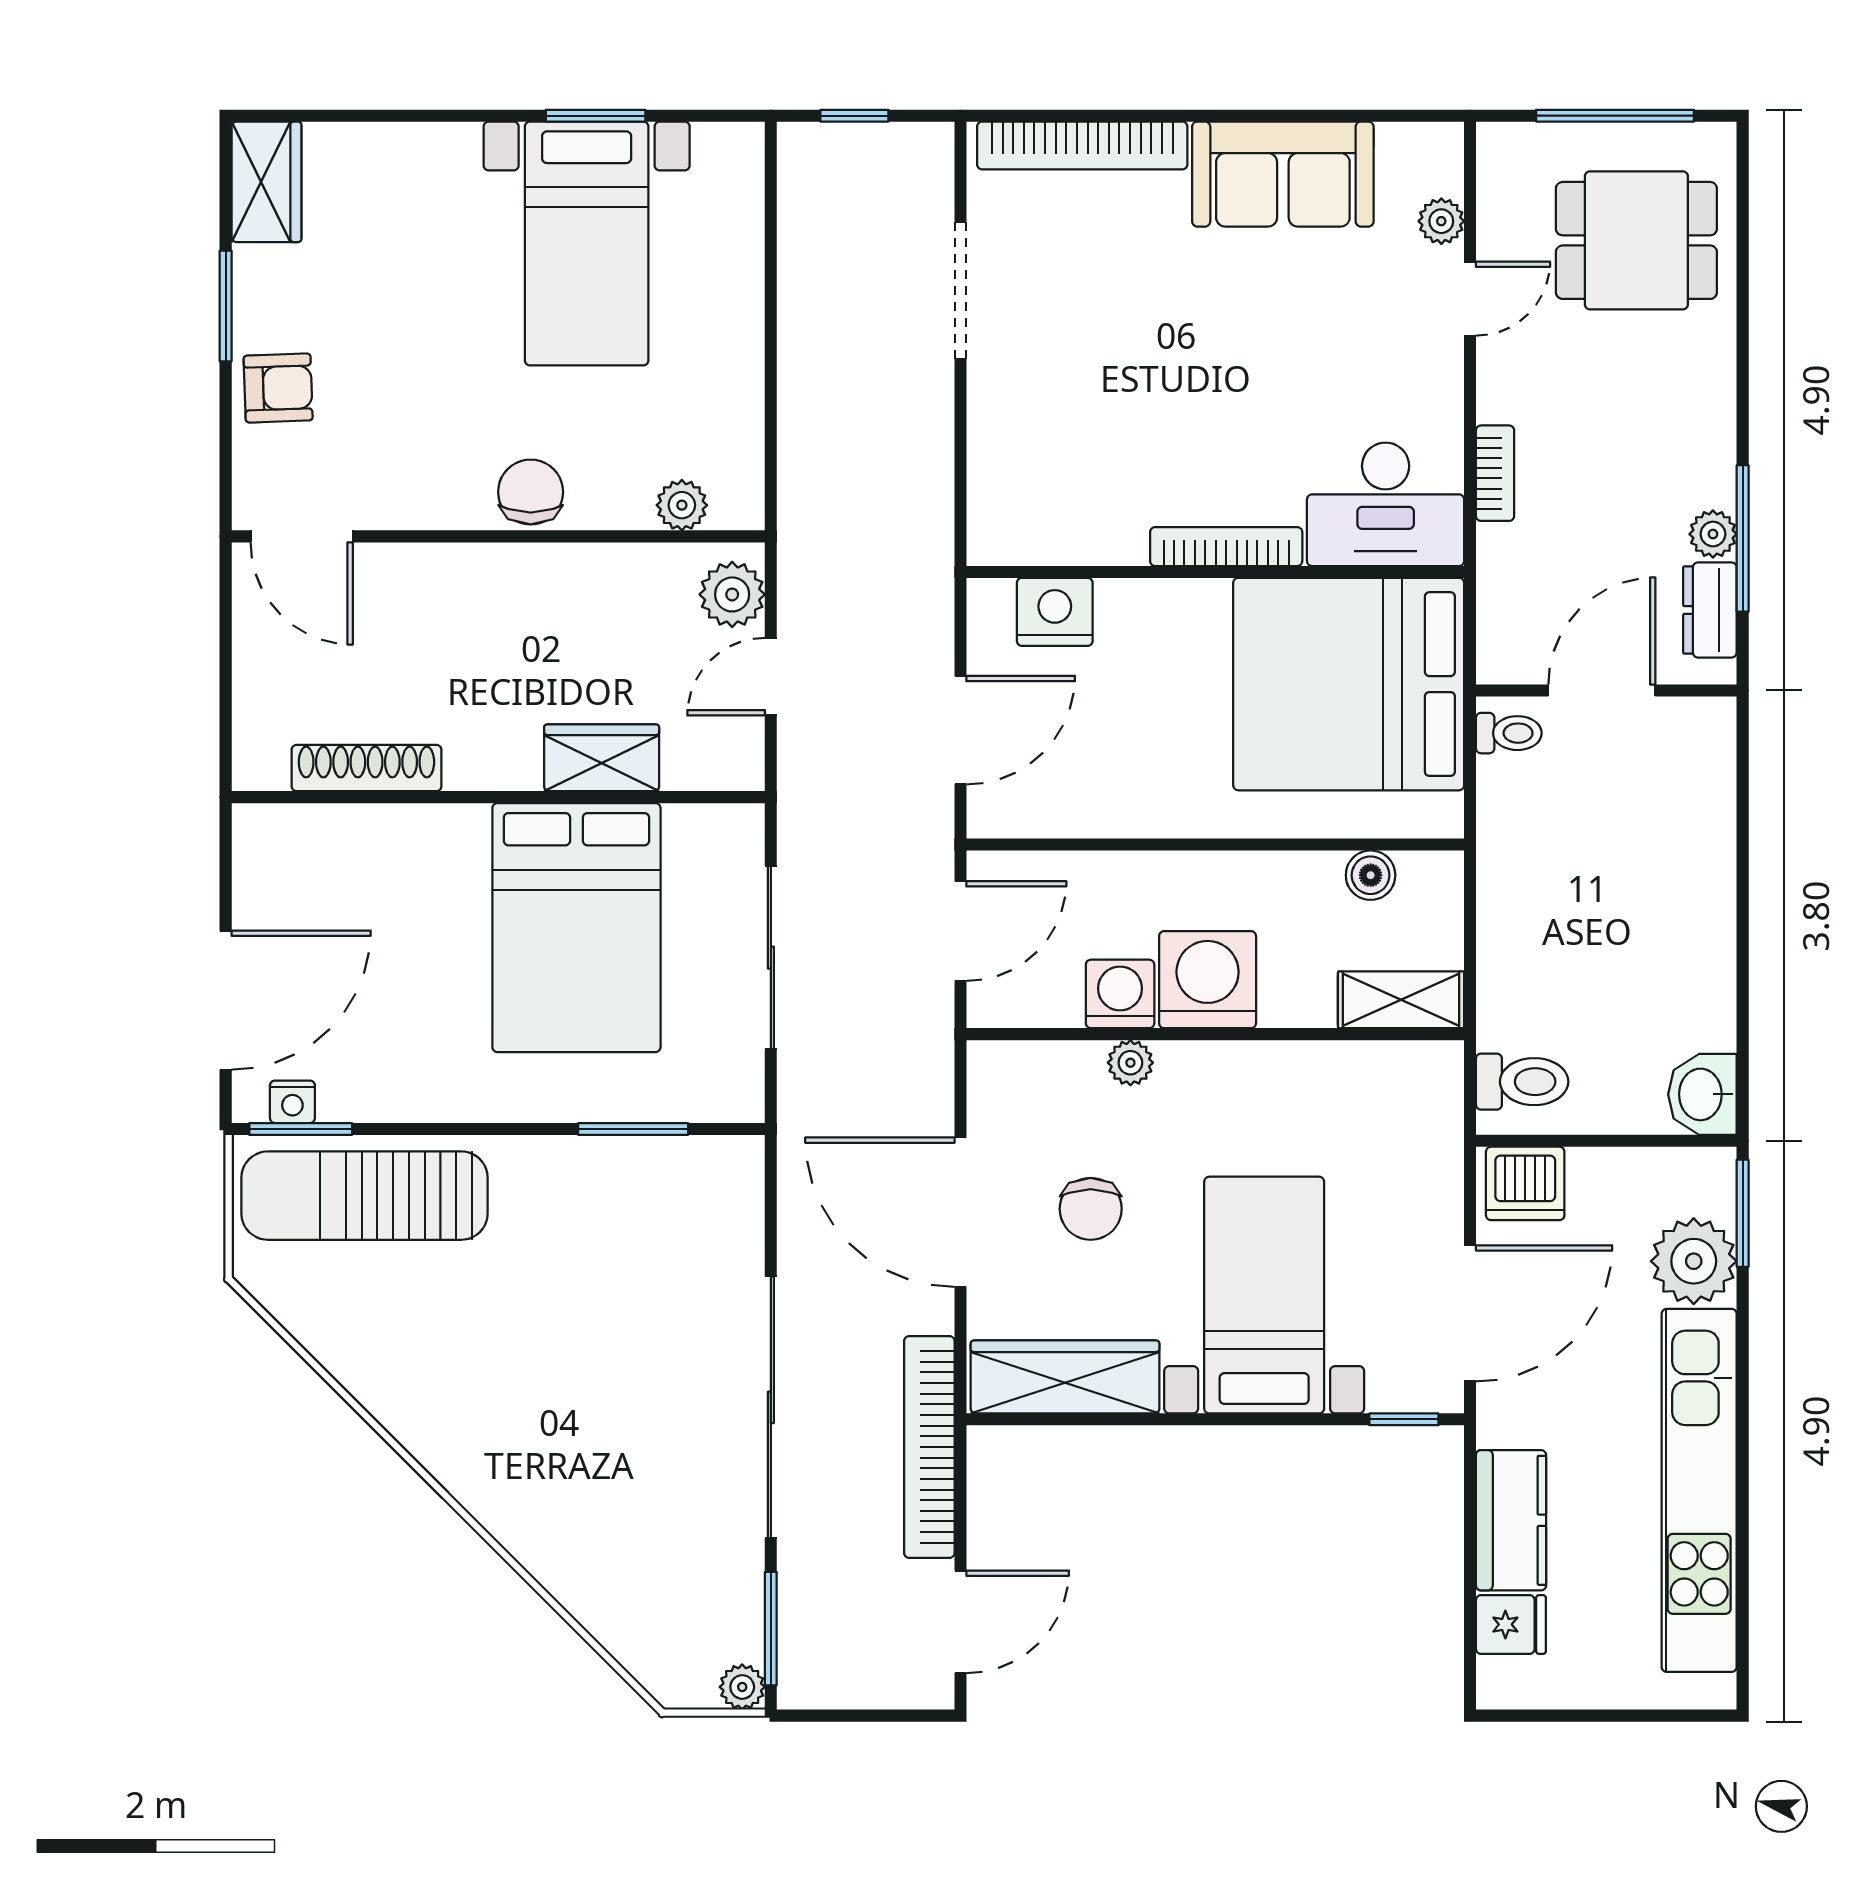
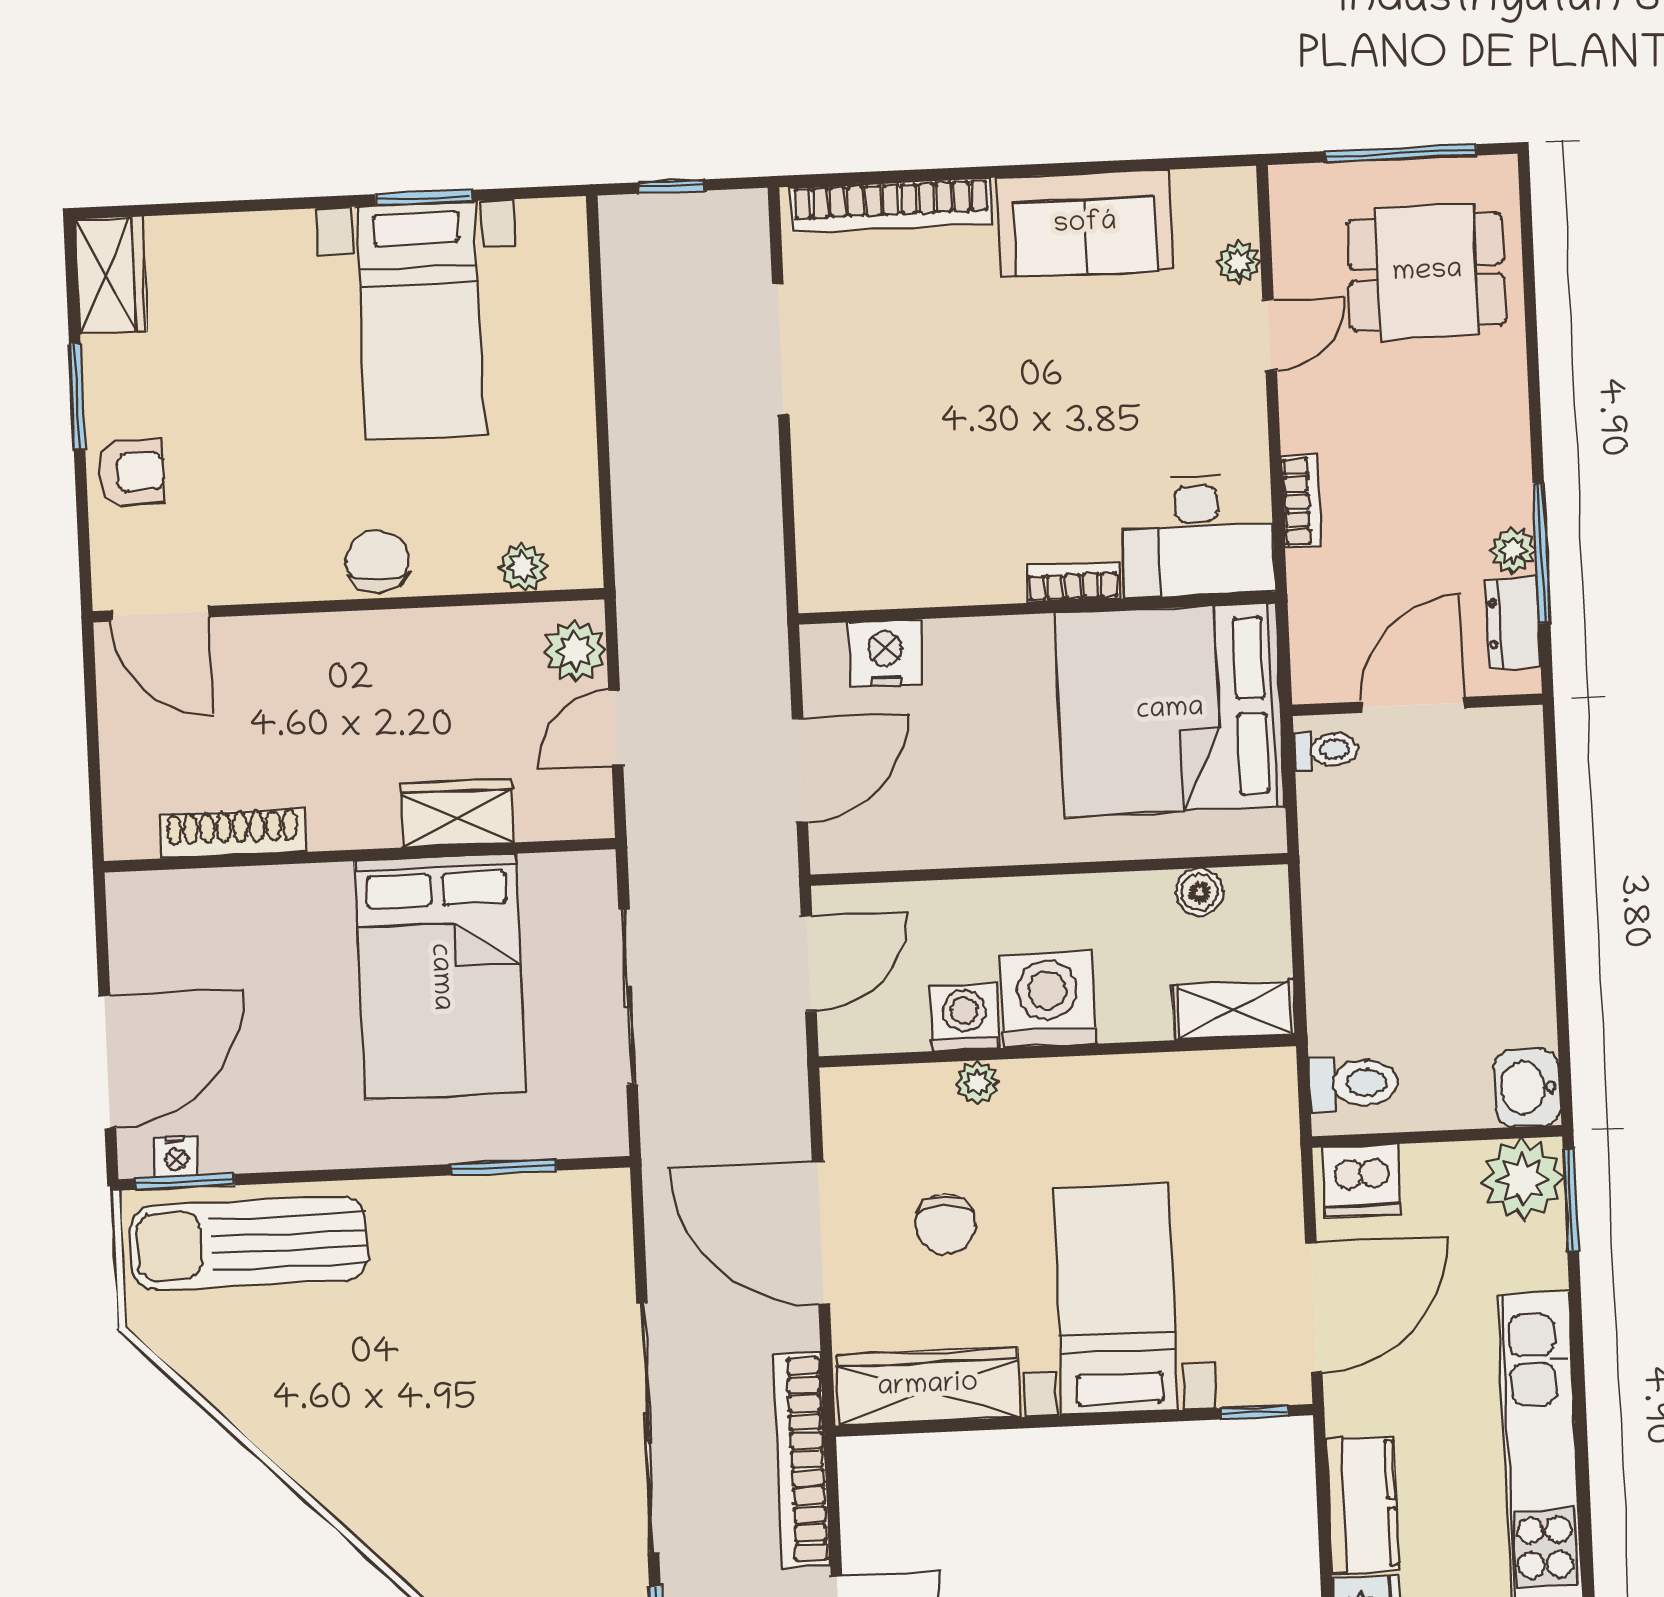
bookcase: (1226, 547) -> (1073, 582), width x0.64
plant: (1694, 1261) -> (1523, 1179), moved

